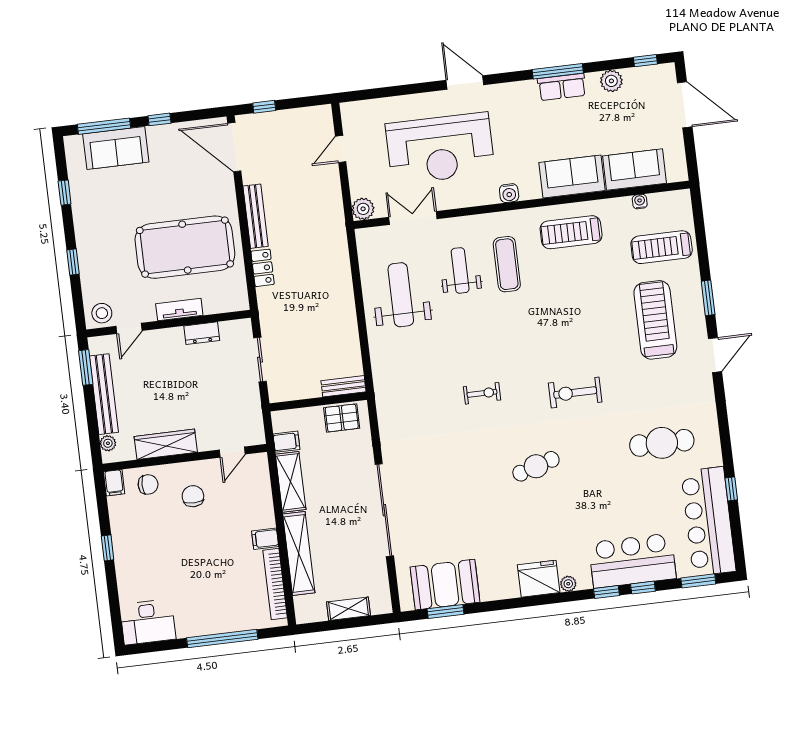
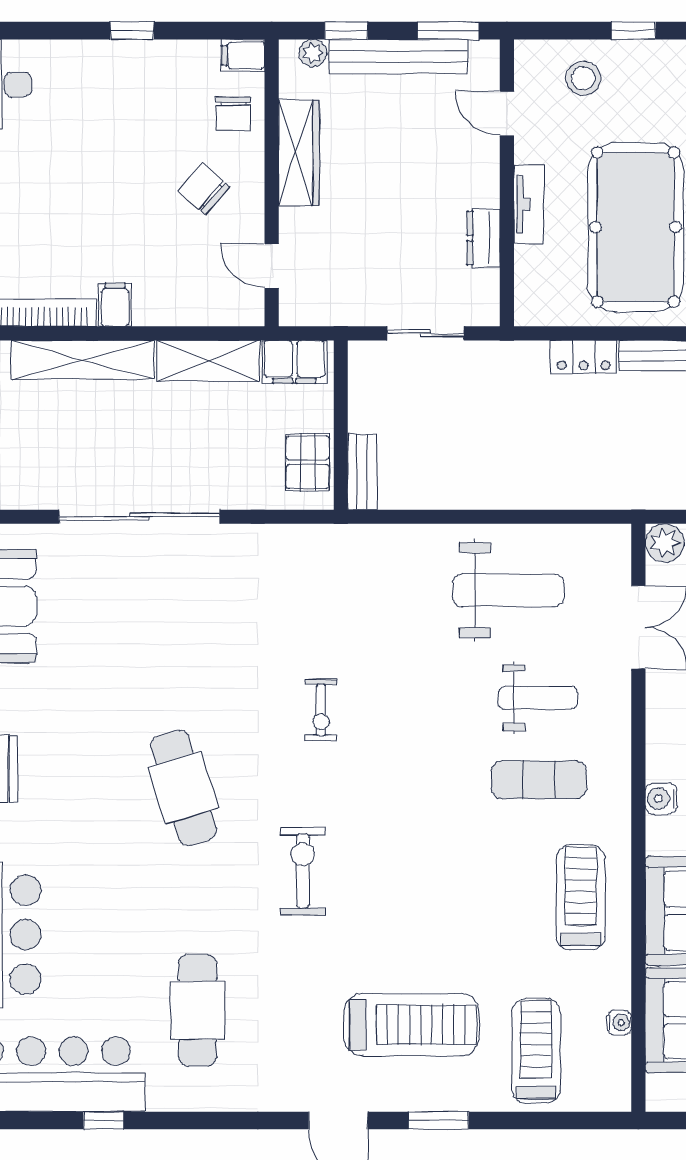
stool: (102, 313) -> (583, 78), moved
window: (93, 426) -> (346, 31), added
filing cabinet: (286, 442) -> (294, 362), width x2.00
cafe table: (536, 466) -> (184, 788), width x1.37, depth x1.35
chair: (193, 496) -> (204, 189), turned -139

